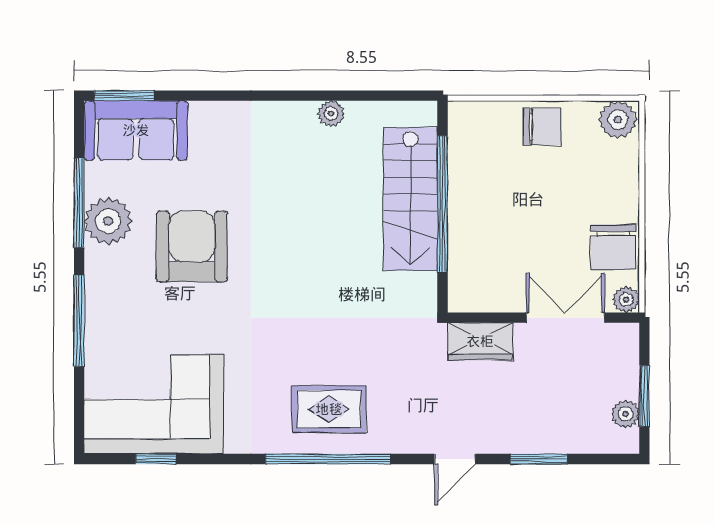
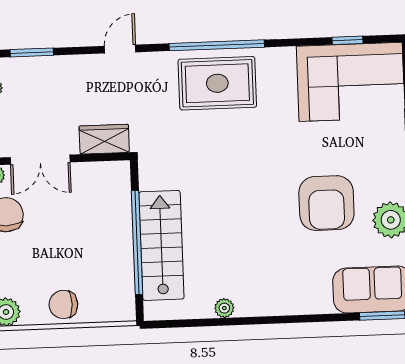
rug: (329, 409) -> (217, 83), width x1.36, depth x1.43
window: (539, 459) -> (32, 52), moved

